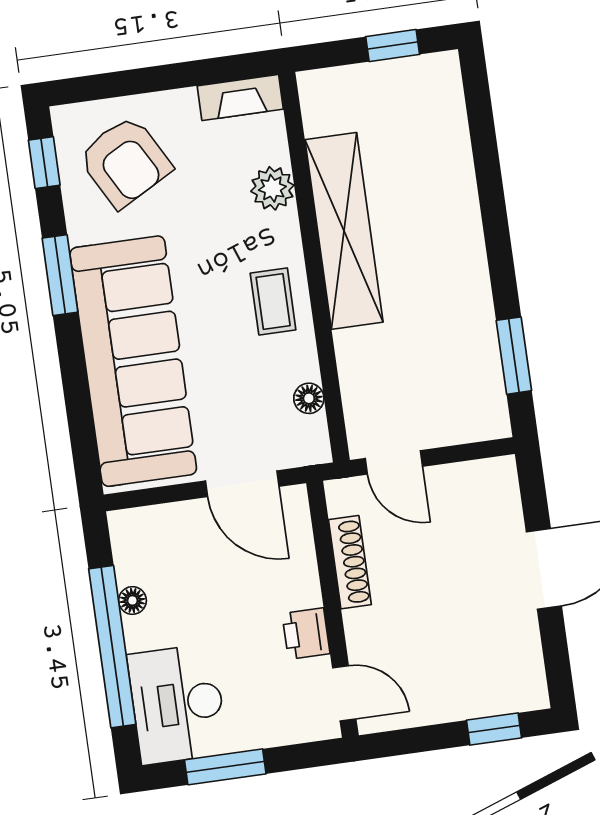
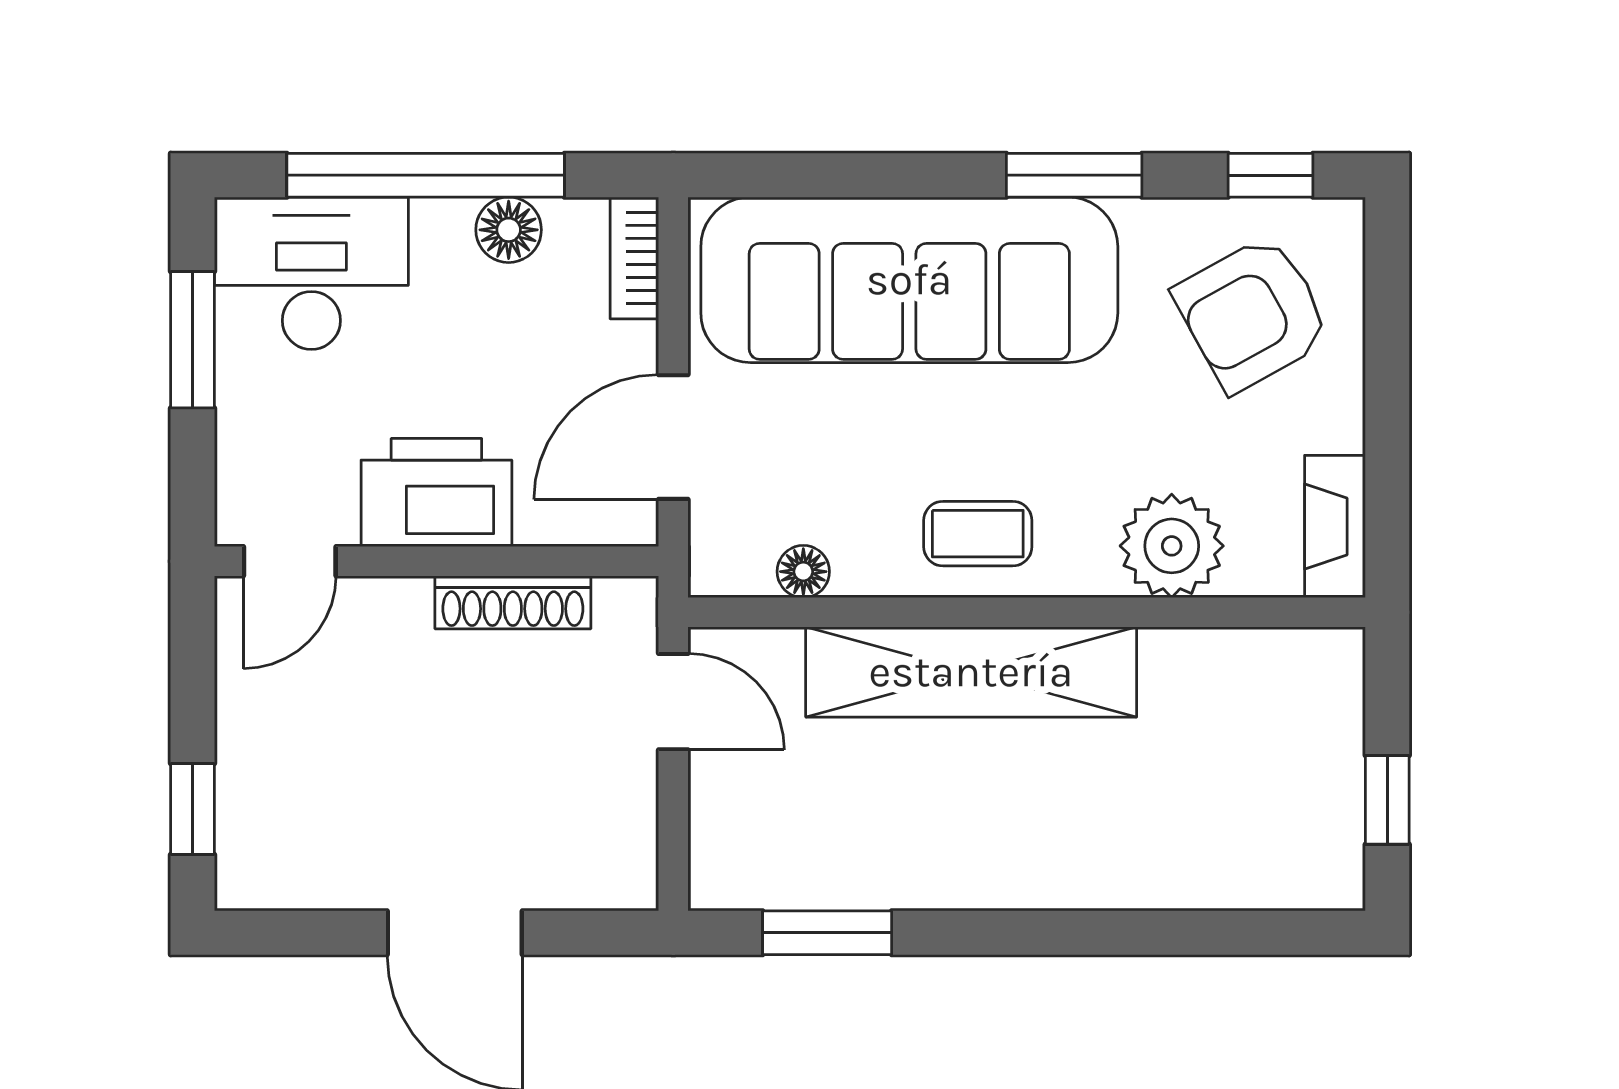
plant: (272, 188) -> (1172, 546), width x1.36, depth x1.36
shelving: (344, 231) -> (971, 672), moved
door: (394, 462) -> (673, 702), swing flipped
bookcase: (143, 520) -> (634, 258), added
floor lamp: (132, 600) -> (509, 230), width x1.37, depth x1.37
printer: (306, 634) -> (436, 493), width x1.87, depth x1.48

